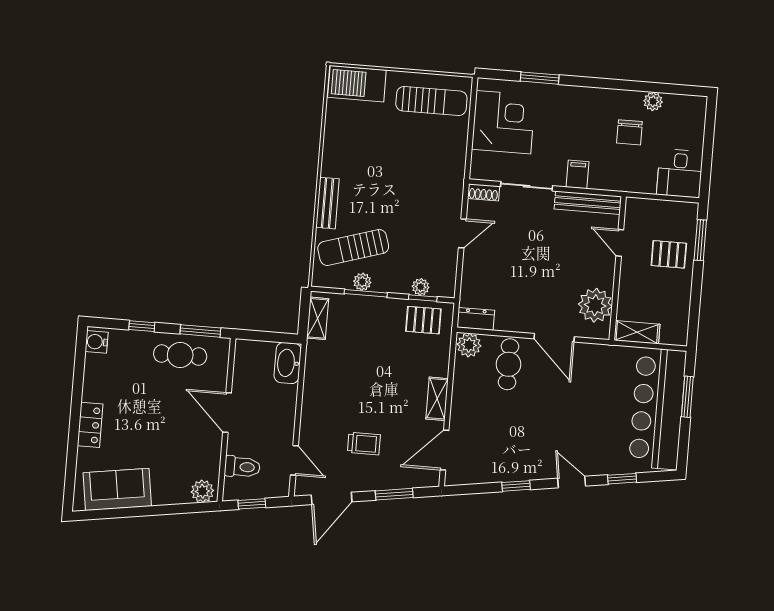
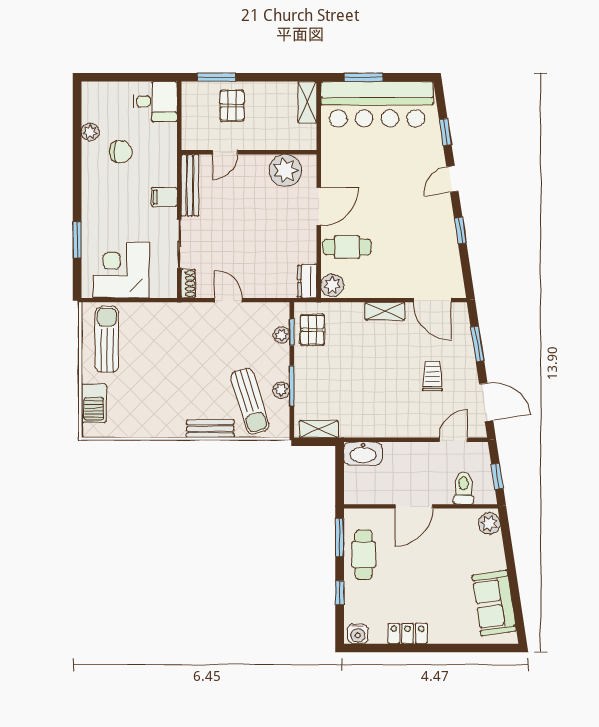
barbecue: (357, 84) -> (94, 403), width x0.73, depth x0.83
shelving: (637, 332) -> (307, 102), moved
locker: (90, 425) -> (408, 634), moved

